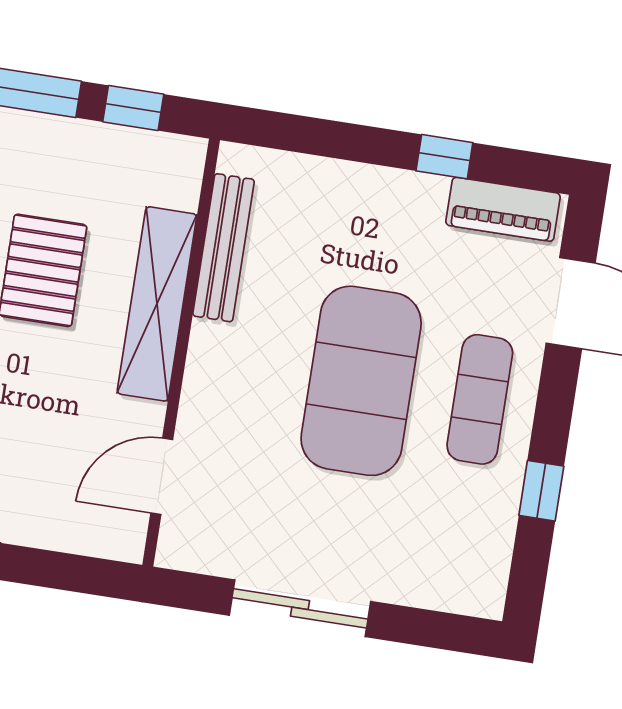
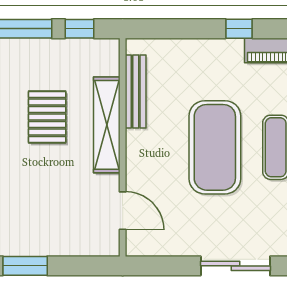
door: (162, 476) -> (123, 211), swing flipped
sliding door: (300, 608) -> (235, 266), moved

